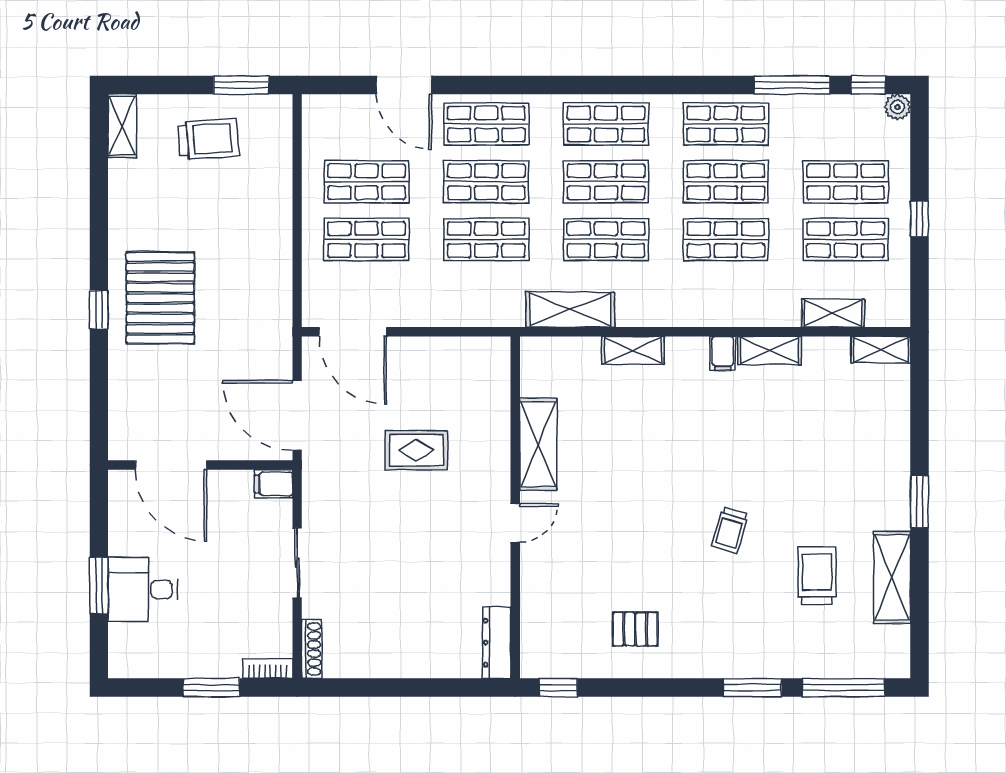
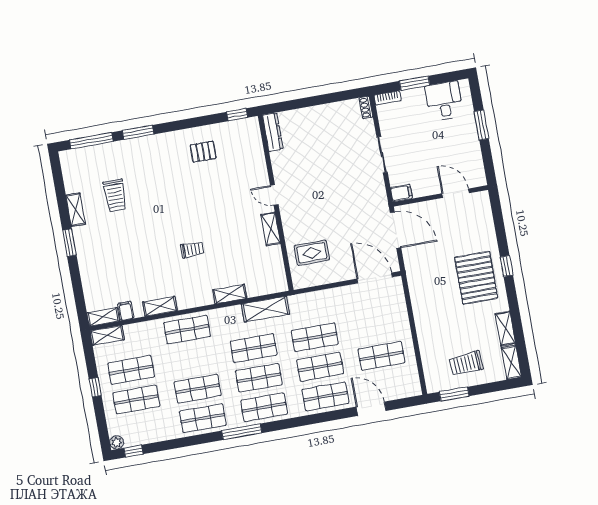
window: (792, 85) -> (242, 432), moved
shelving: (122, 192) -> (505, 329), added
shop shelf: (367, 240) -> (376, 326), removed
shop shelf: (726, 240) -> (187, 330), moved
shelving: (833, 313) -> (107, 335), moved
filing cabinet: (723, 353) -> (126, 311), moved
shelving: (538, 444) -> (271, 229), width x0.67, depth x0.75
rug: (416, 450) -> (312, 253), moved
door: (171, 465) -> (456, 193), width x0.73
door: (515, 523) -> (274, 195), hinge flipped
trolley: (730, 530) -> (192, 250), moved, turned 74
shelving: (892, 577) -> (76, 210), width x0.67, depth x0.75
desk: (143, 589) -> (444, 101), moved, turned -90
shoe rack: (312, 649) -> (366, 107), width x0.70

